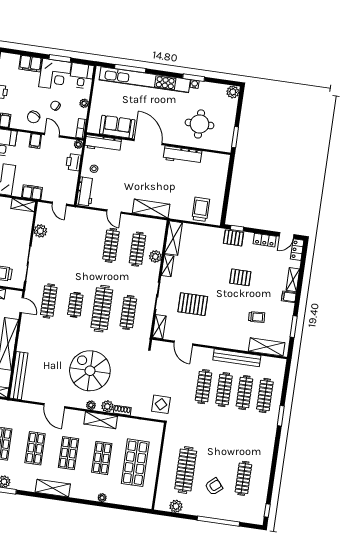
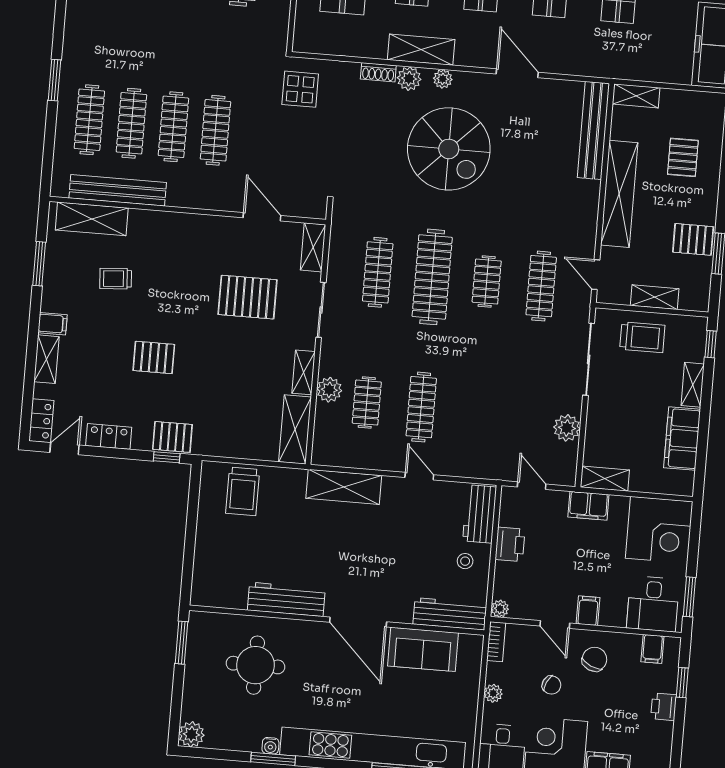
printer: (73, 162) -> (510, 544), moved
clothes rail: (137, 249) -> (367, 403), width x0.73
bench: (237, 358) -> (118, 190), moved

